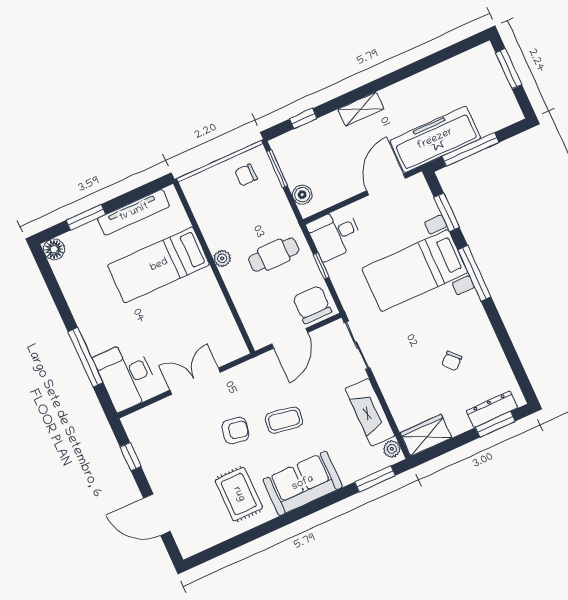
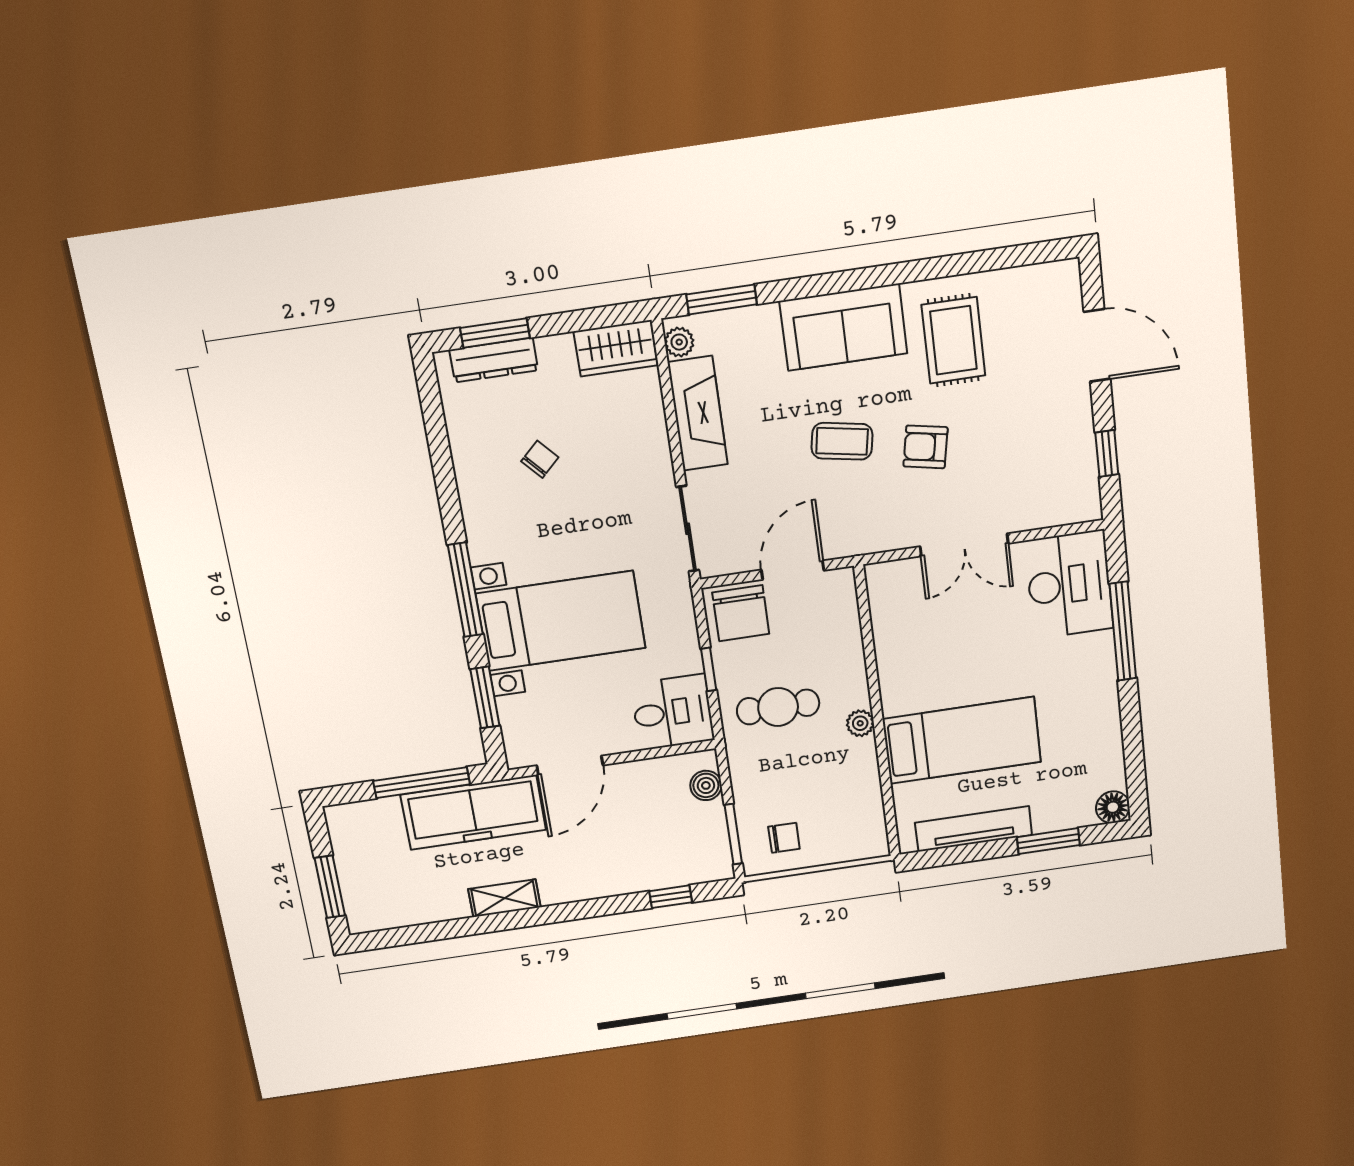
shelving: (361, 109) -> (504, 898), moved

